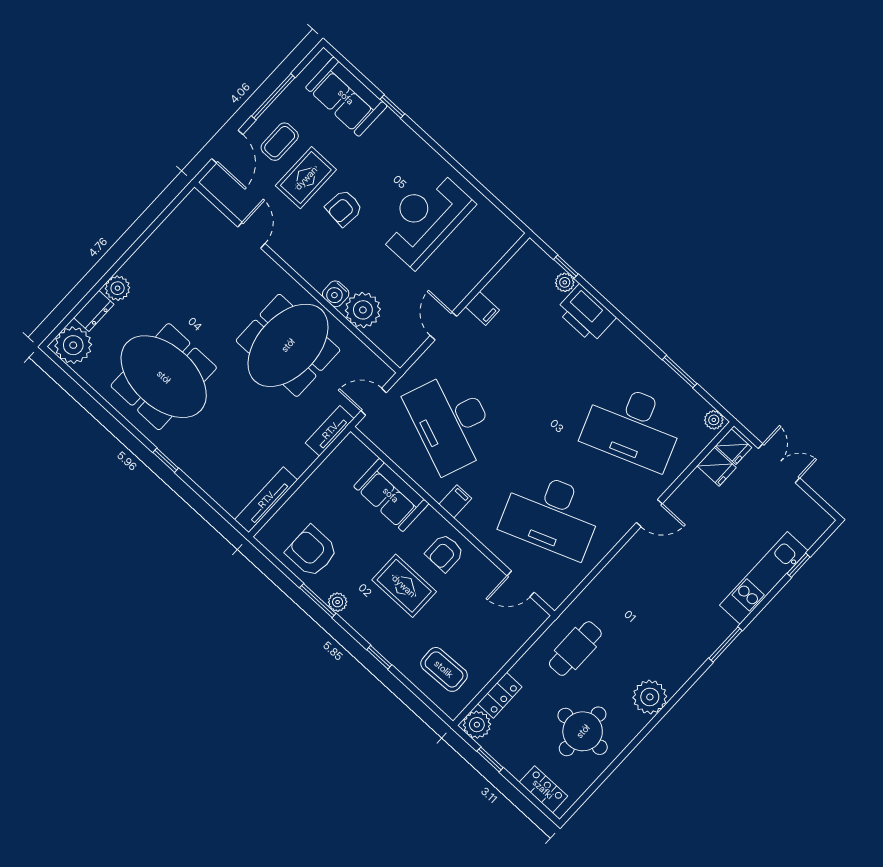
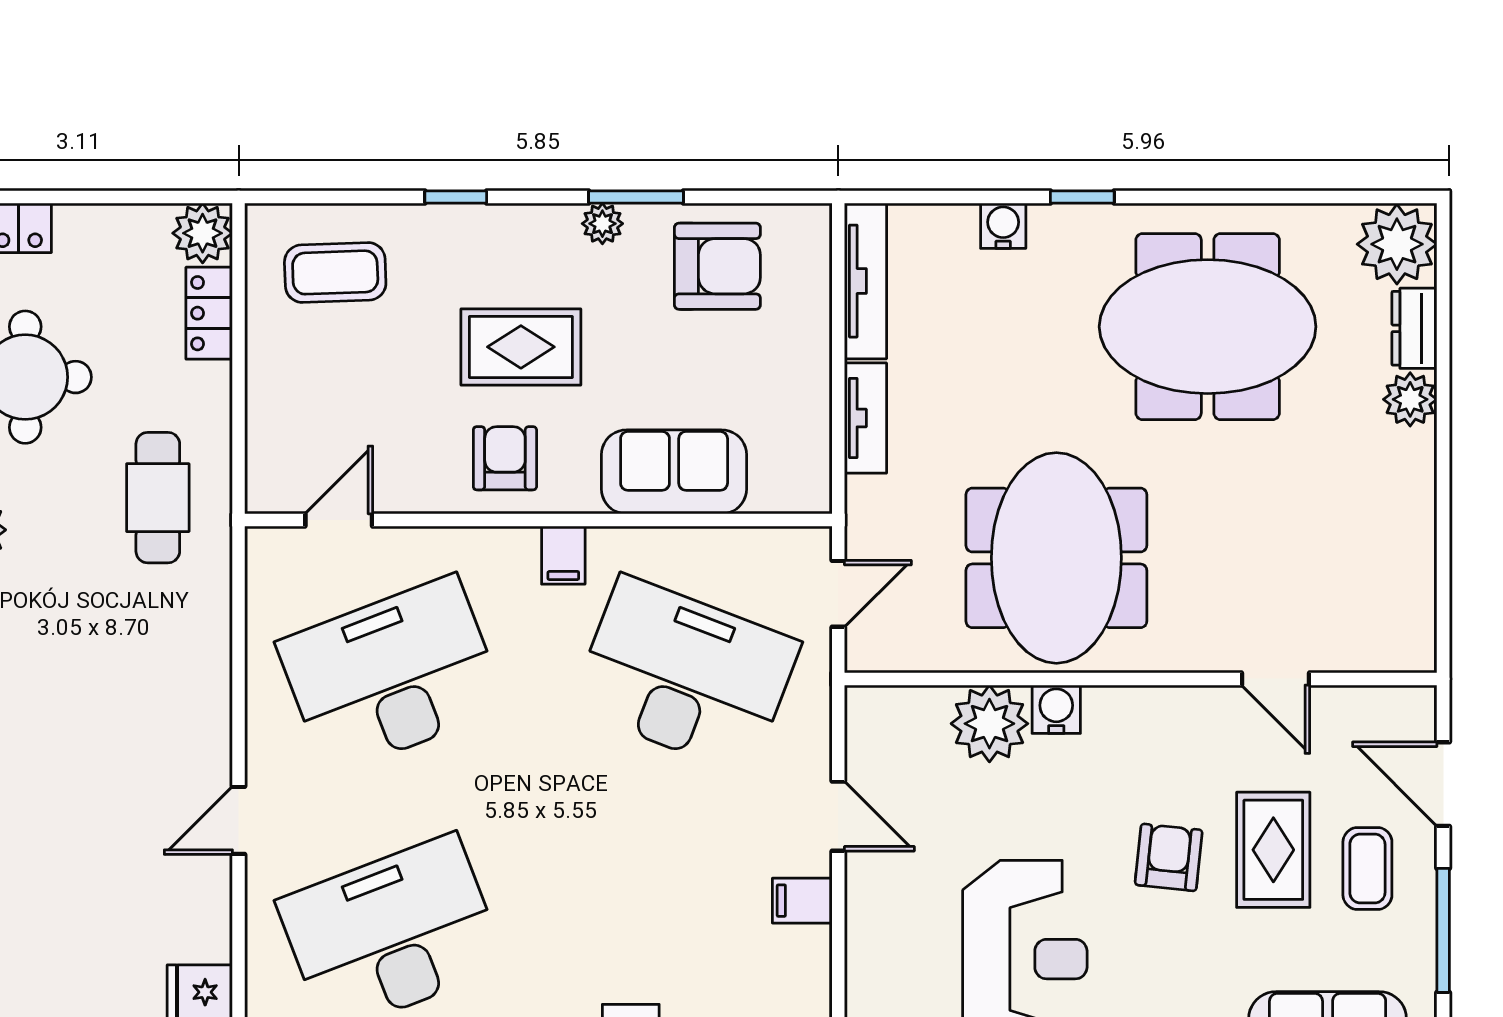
tv unit: (330, 431) -> (865, 418), moved
water cooler: (202, 475) -> (1003, 226), added
window: (490, 759) -> (131, 197), removed

